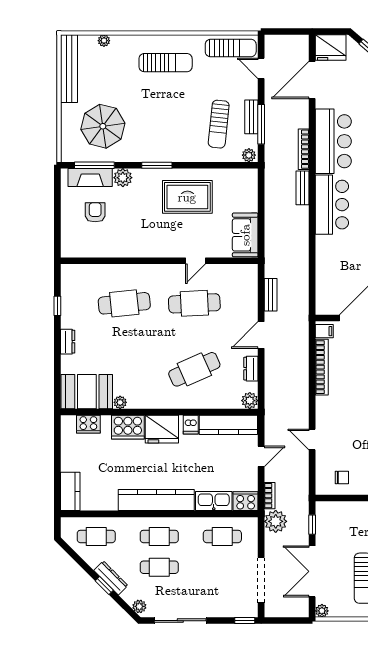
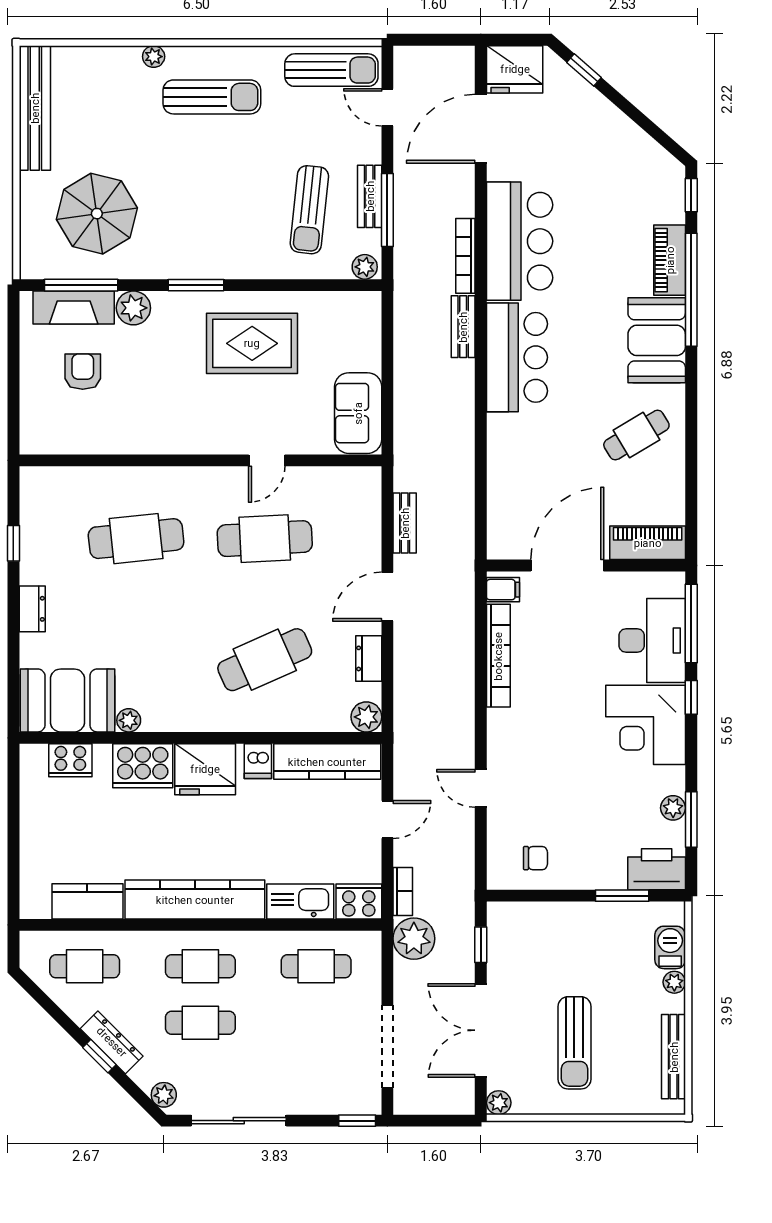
plant: (104, 41) -> (154, 57), moved
kitchen counter: (70, 491) -> (87, 901), moved, turned -90

